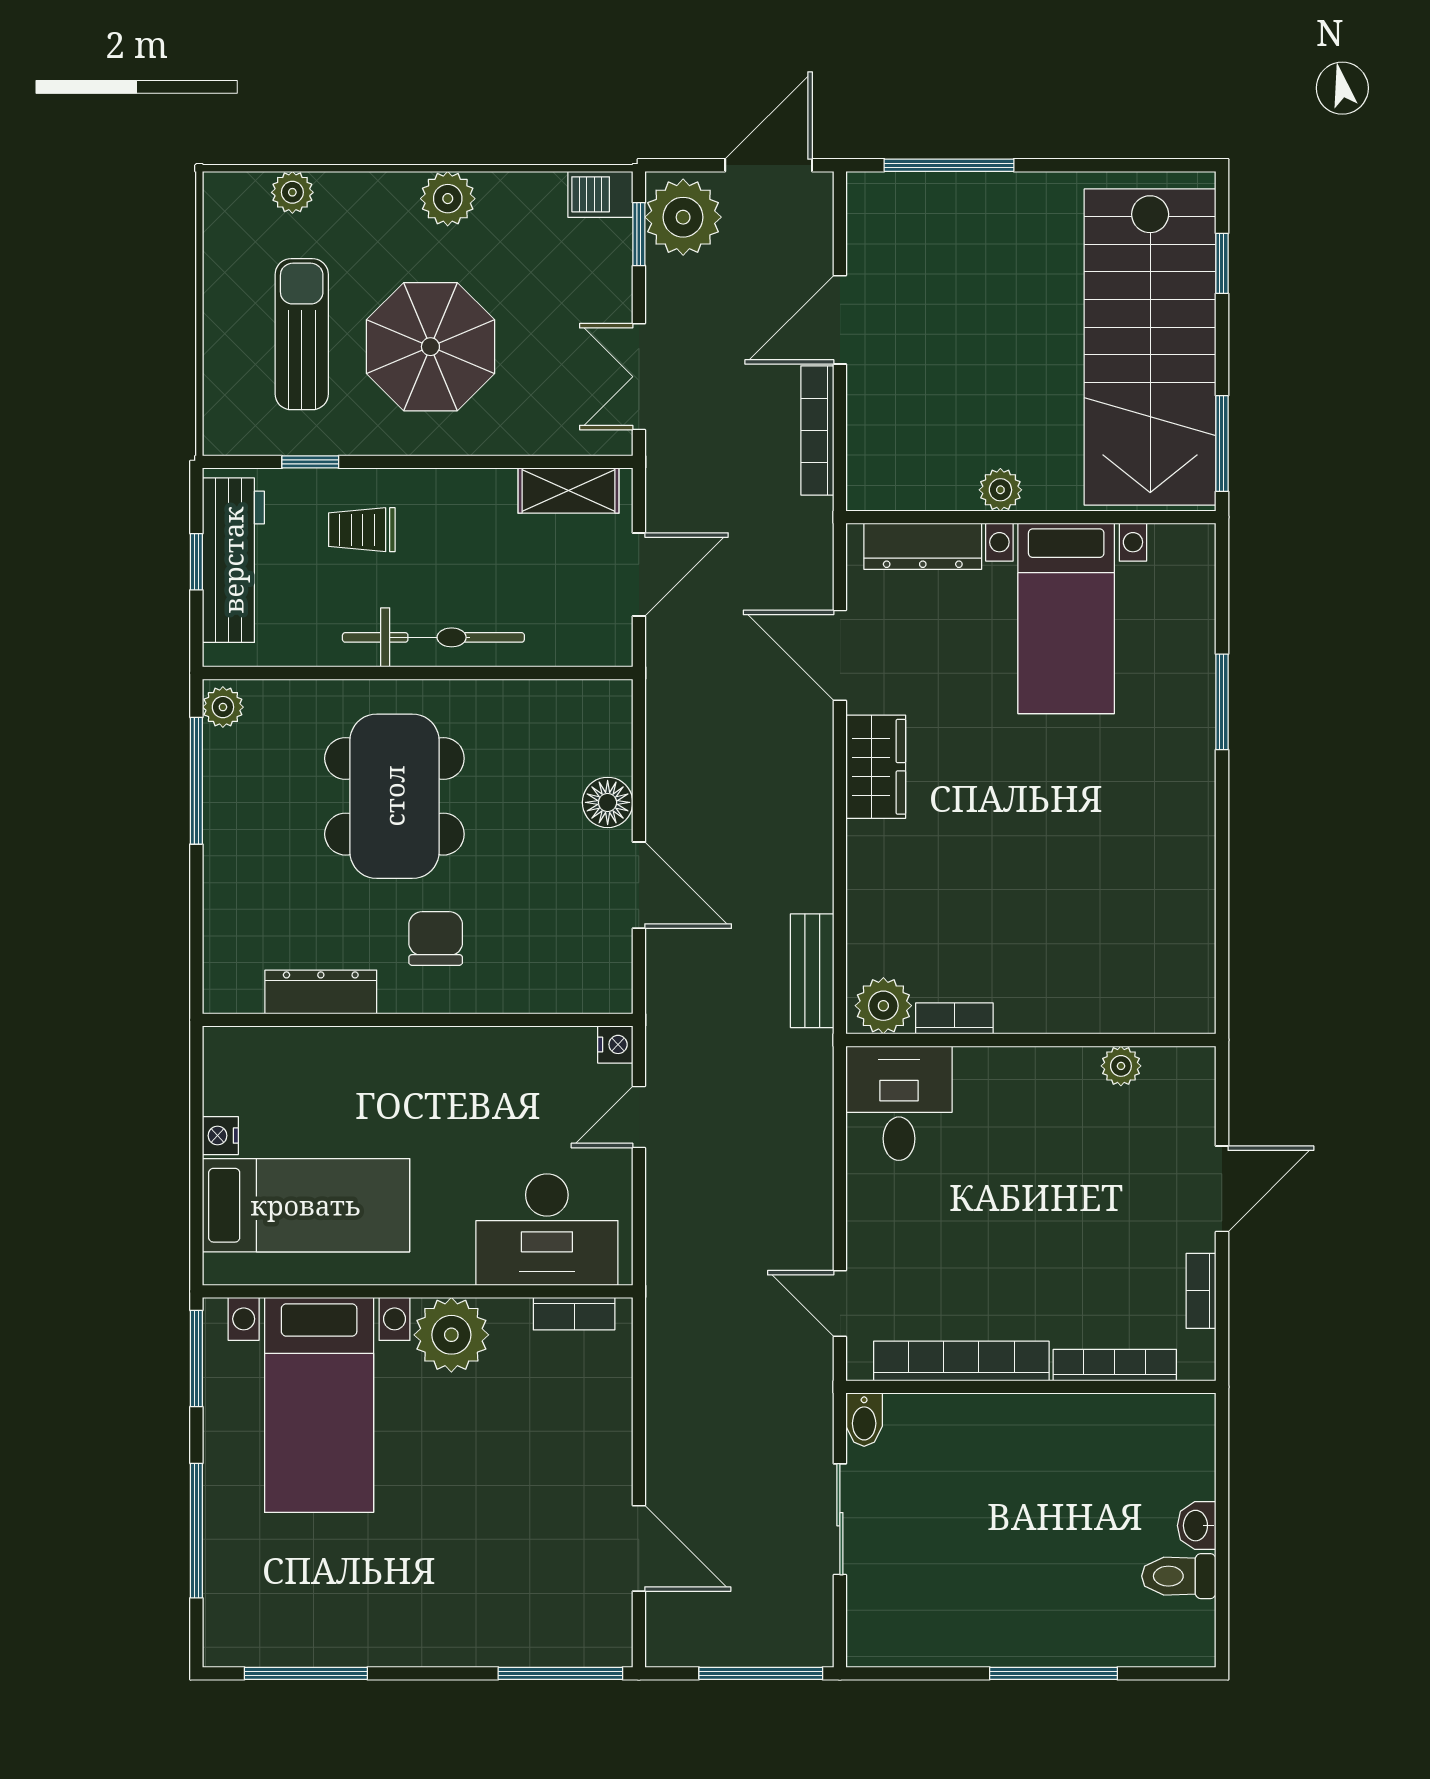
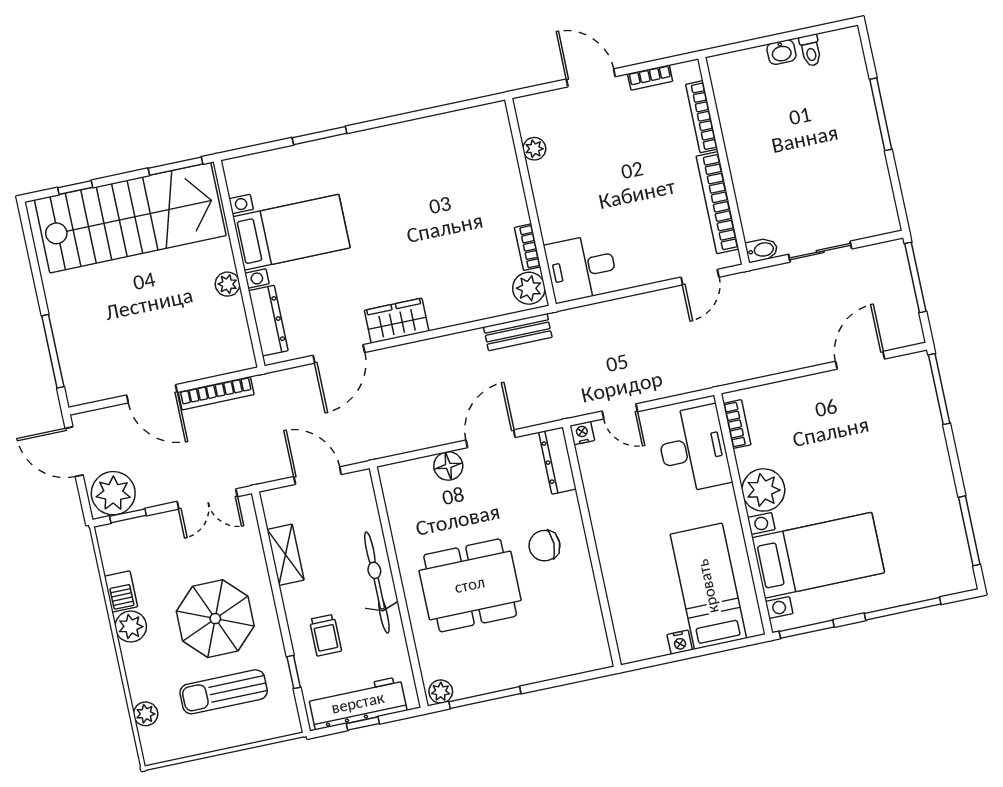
barbecue: (600, 194) -> (121, 591), moved
shelving: (568, 491) -> (286, 555), moved
dresser: (321, 992) -> (558, 461), moved
toilet: (1179, 1576) -> (810, 50), width x0.73, depth x0.72

